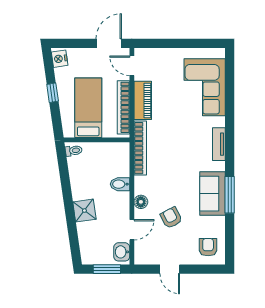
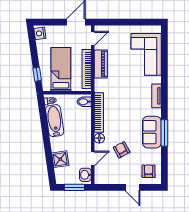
door: (132, 66) -> (93, 39), swing flipped
window: (53, 93) -> (37, 74), moved
bookcase: (140, 148) -> (99, 112), moved
bathtub: (80, 178) -> (55, 121), added
bidet: (120, 184) -> (84, 102), moved
shower: (84, 211) -> (60, 159), moved
door: (170, 269) -> (132, 187), moved

